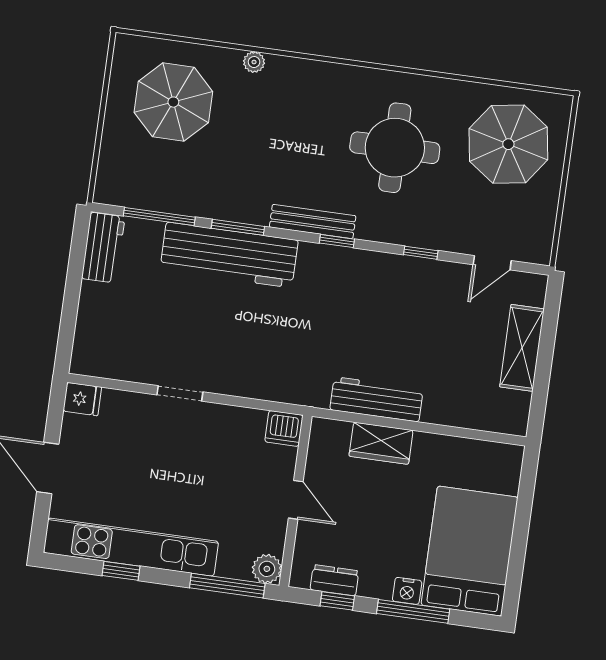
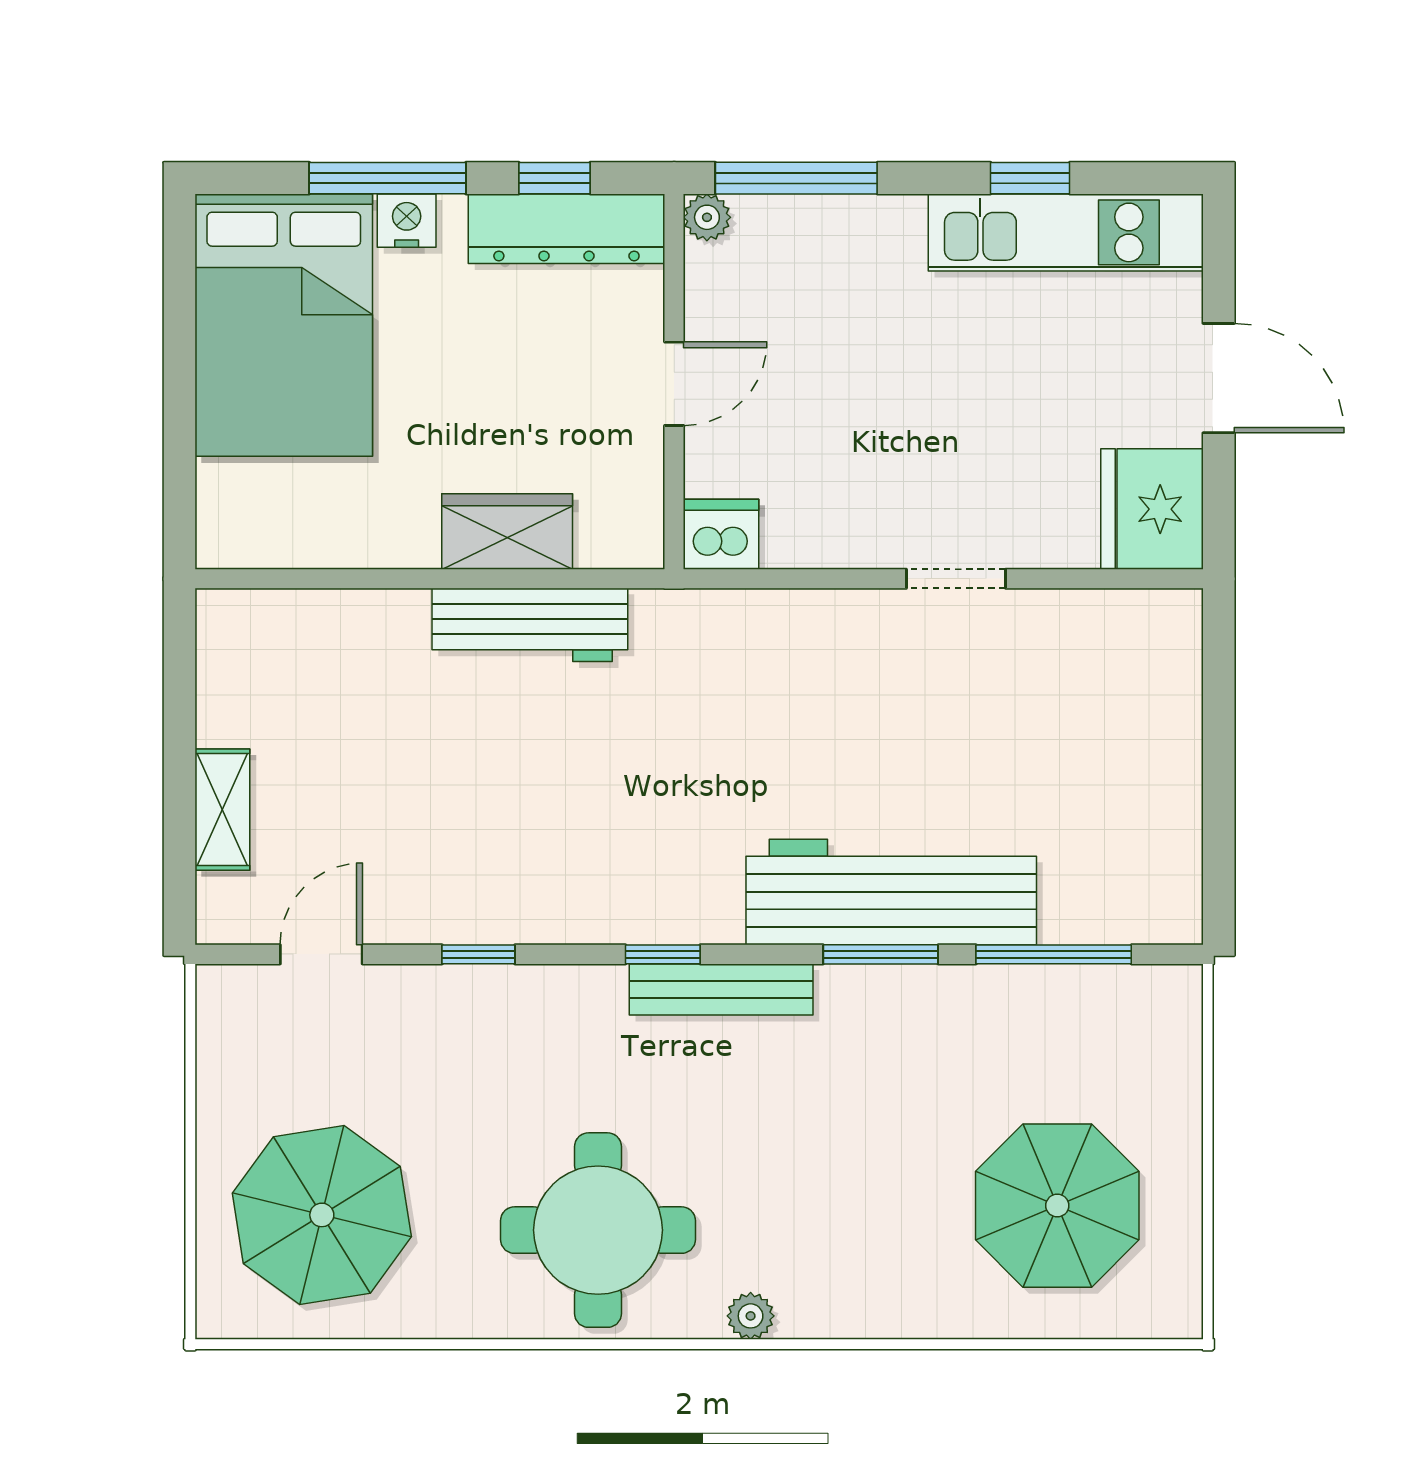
plant: (254, 62) -> (751, 1316), moved
round table: (395, 148) -> (598, 1230), moved
workbench: (103, 248) -> (1165, 870), removed
shelving: (522, 348) -> (222, 810), width x0.67, depth x0.75
fridge: (82, 399) -> (1152, 509), width x1.88, depth x1.34
door: (296, 500) -> (674, 384), swing flipped
kitchen unit: (131, 547) -> (1066, 232), width x0.73
plant: (267, 569) -> (707, 217), width x0.73, depth x0.73
dresser: (334, 580) -> (566, 229), width x1.96, depth x1.24

